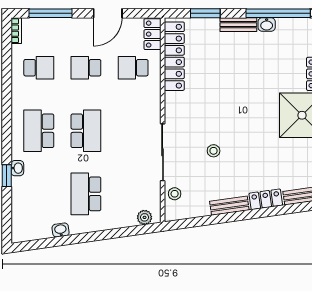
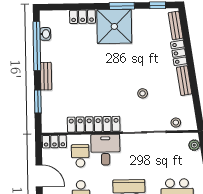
washbasin: (267, 25) -> (45, 34), moved
locker: (174, 56) -> (94, 124), moved
school desk: (133, 68) -> (80, 156), turned 180
desk: (141, 101) -> (105, 150), added

